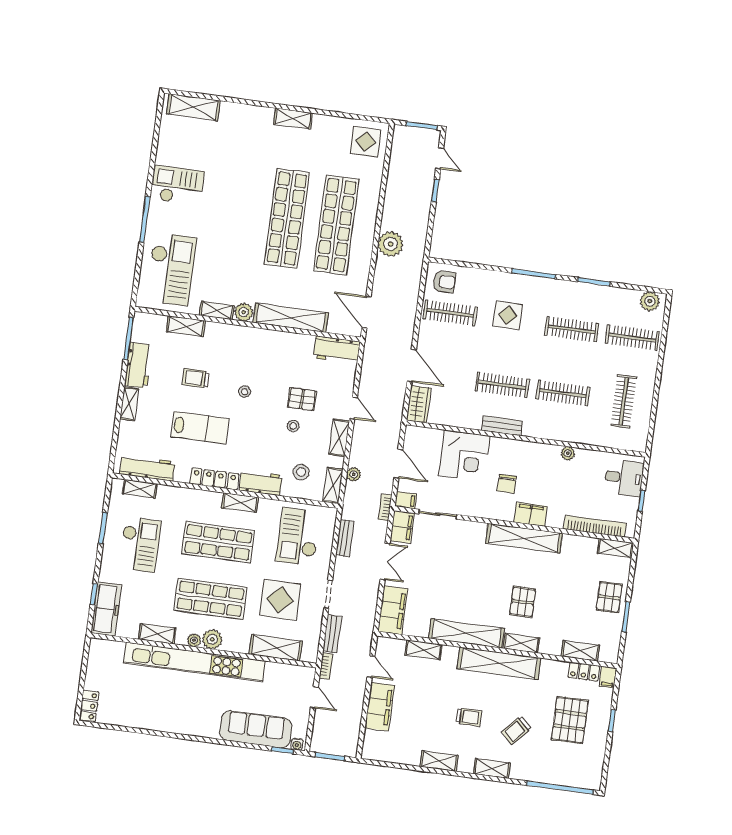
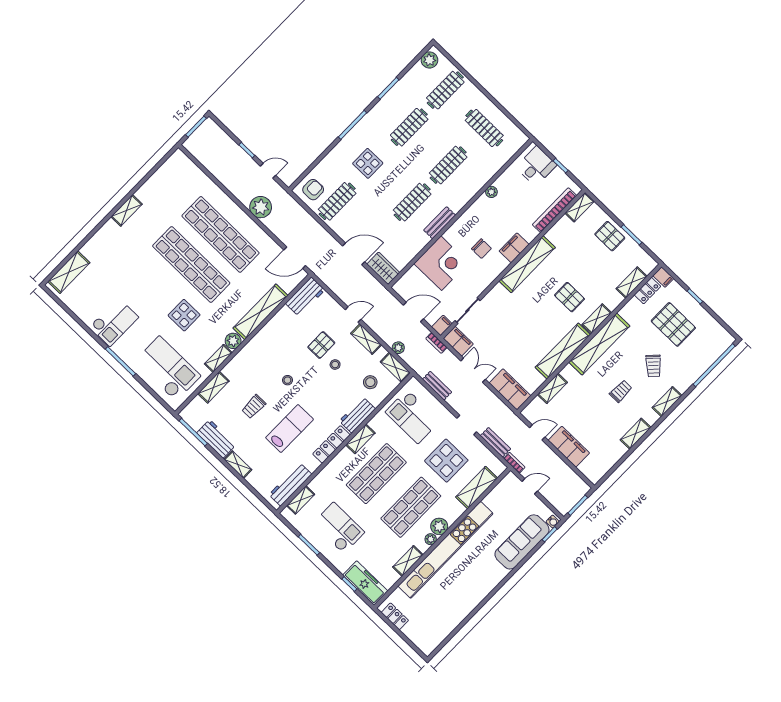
display table: (366, 142) -> (184, 315), moved
door: (440, 158) -> (268, 171), moved
checkout: (178, 185) -> (114, 322), turned 180
locker: (89, 706) -> (395, 616), moved

